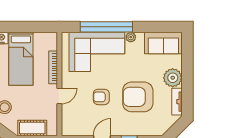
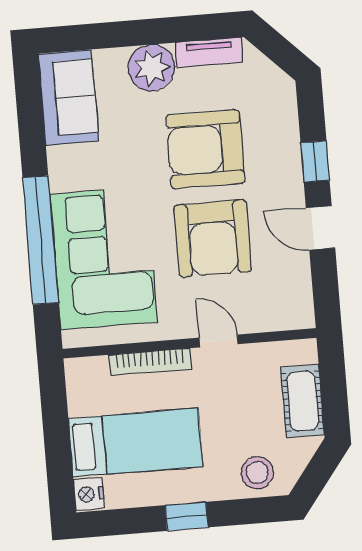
plant: (131, 37) -> (61, 179), removed
armchair: (101, 97) -> (213, 238), width x1.88, depth x1.88
armchair: (138, 97) -> (205, 149), turned 90

